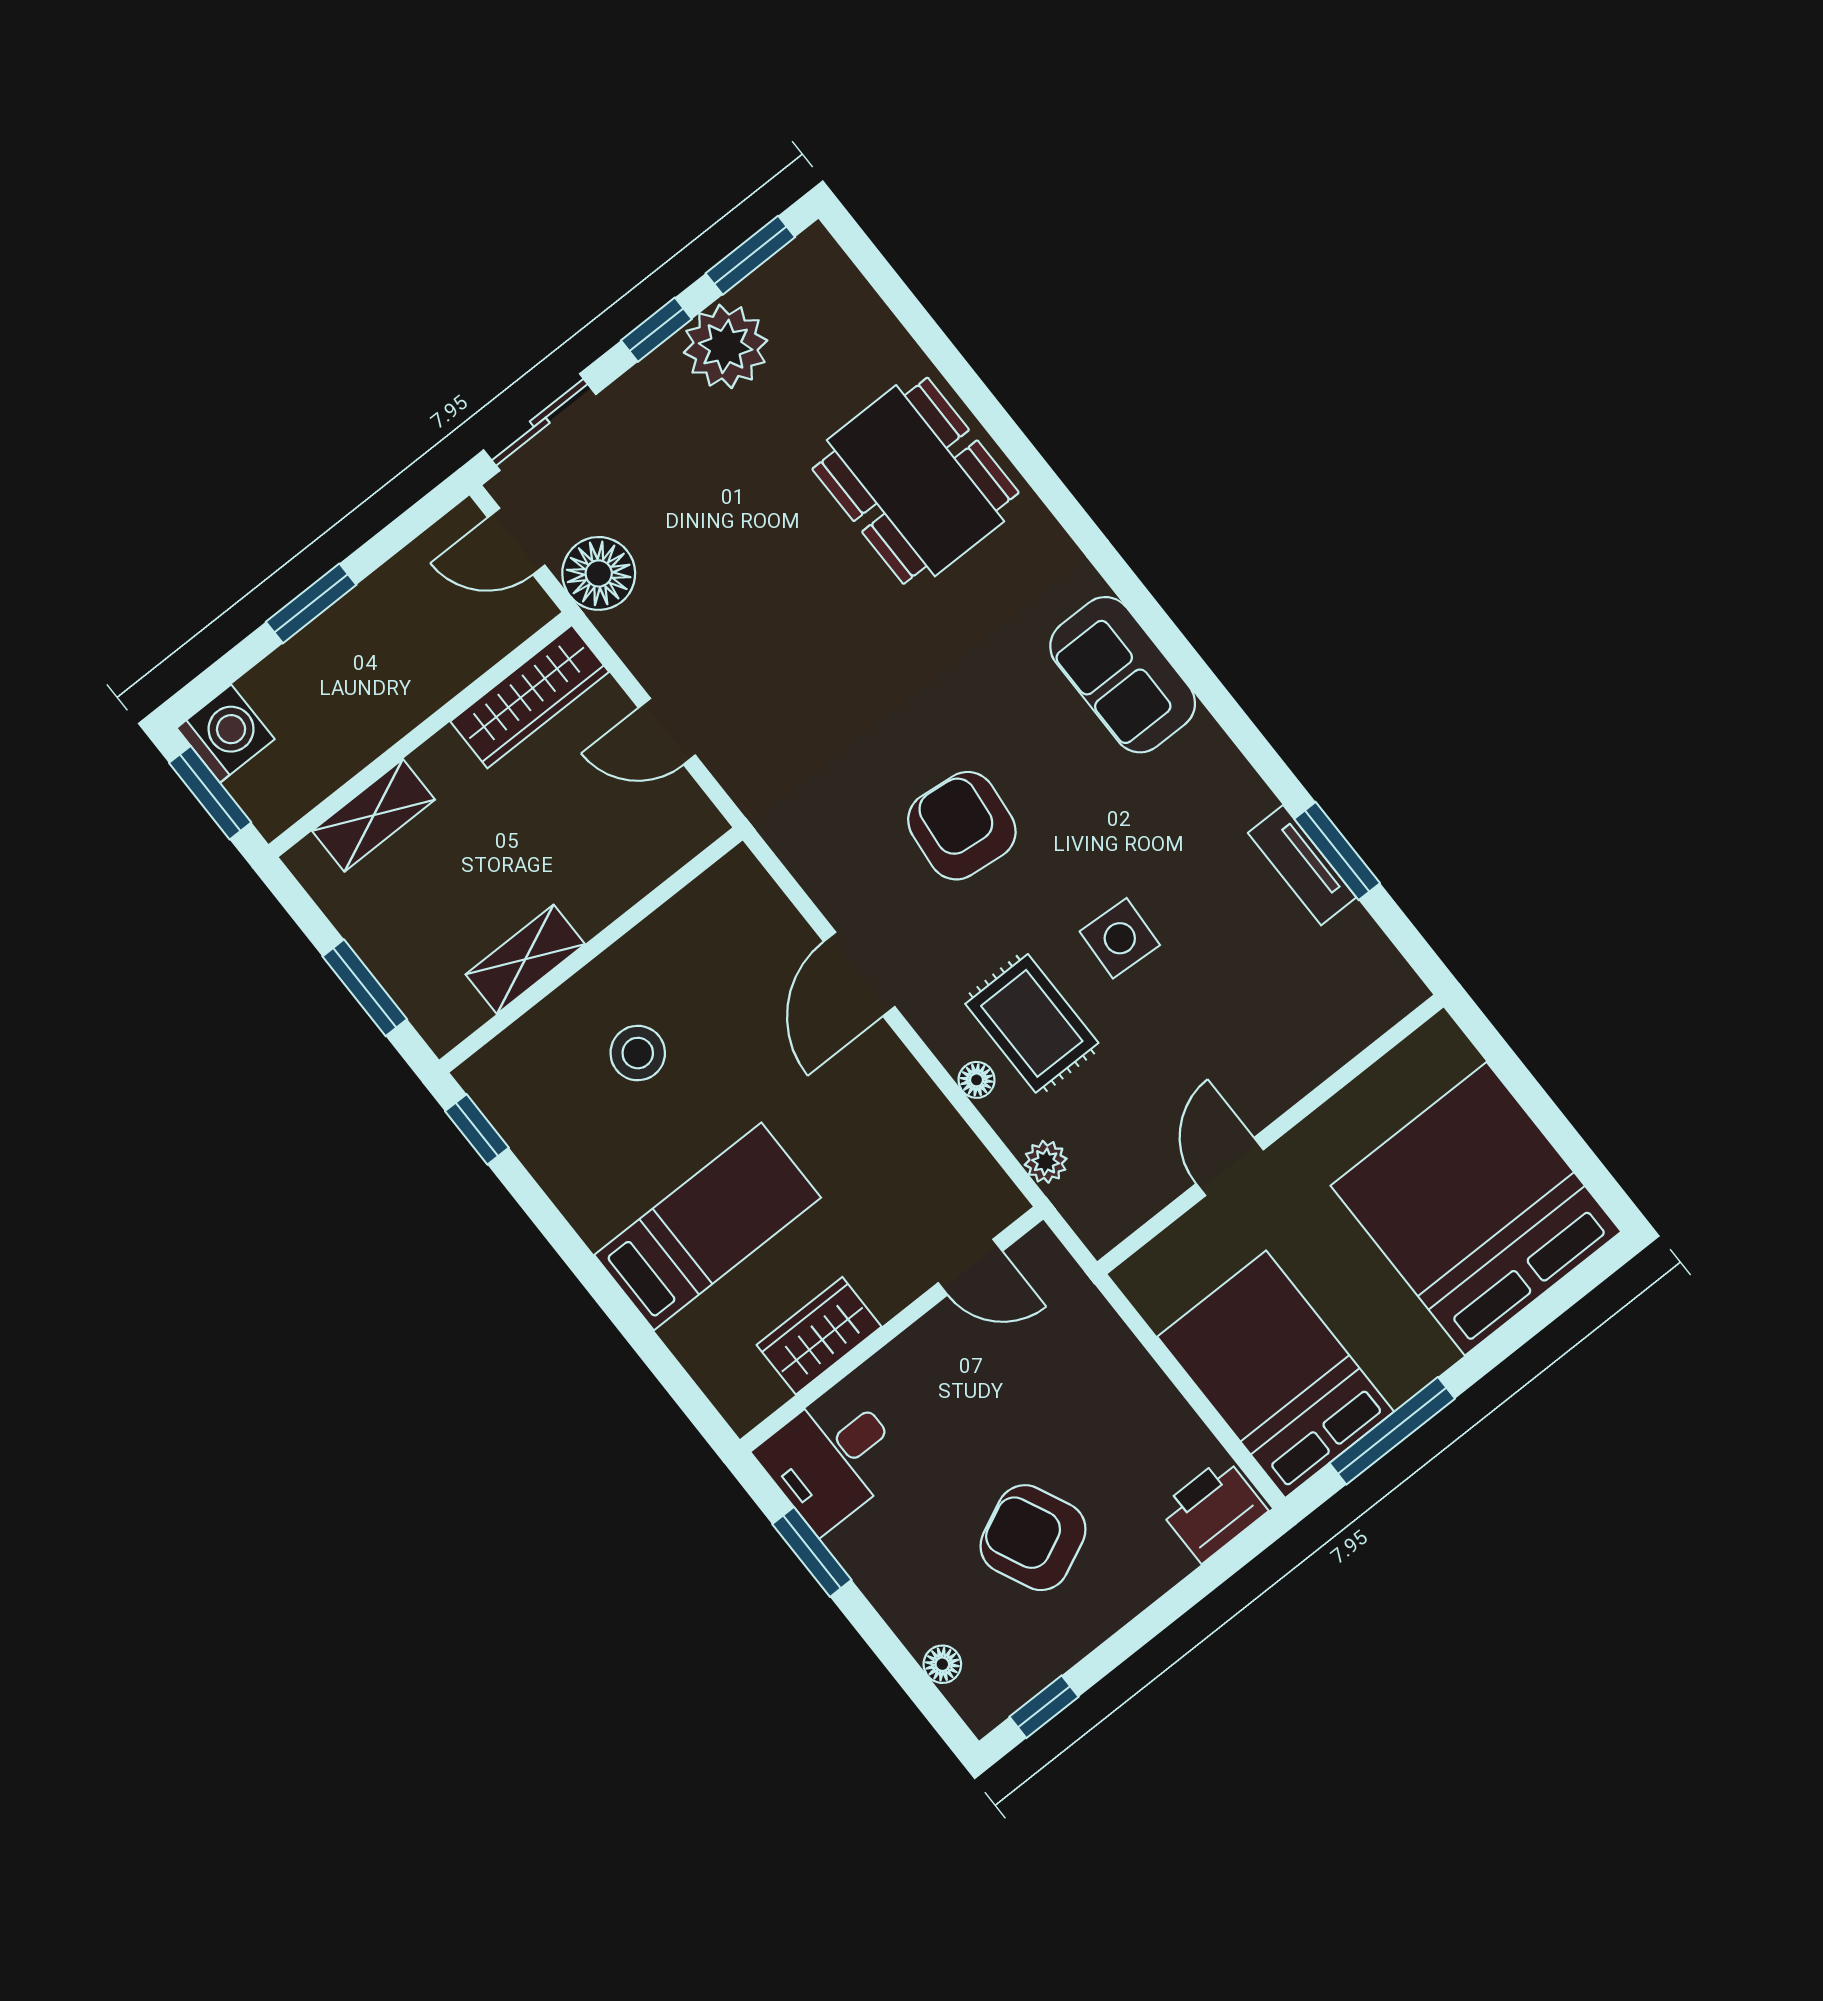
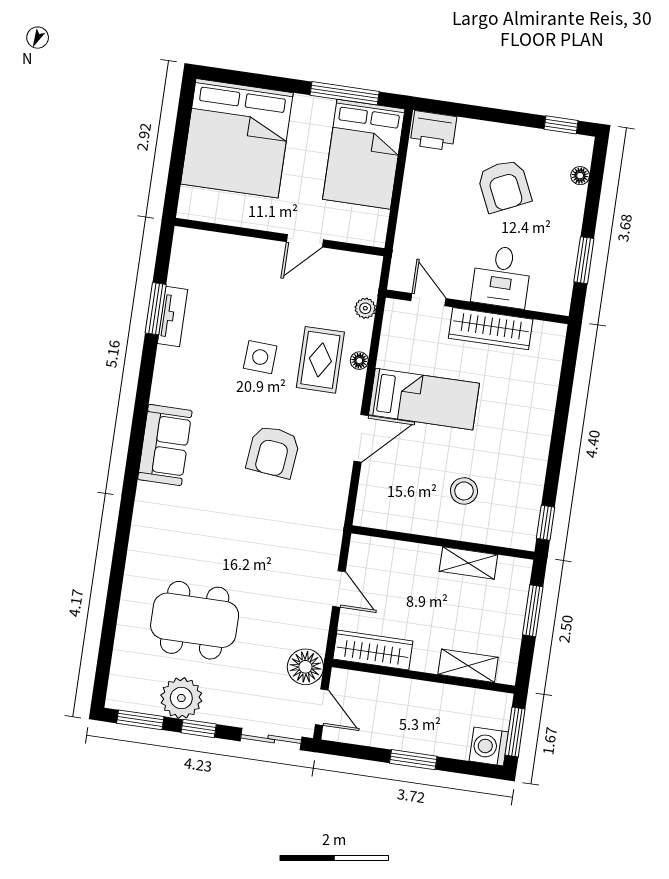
dining table: (916, 481) -> (195, 620), moved, turned 90
bed: (708, 1226) -> (424, 399), moved, turned 180
wardrobe: (819, 1336) -> (491, 329), width x1.50
desk: (832, 1458) -> (502, 277), moved, turned 90

